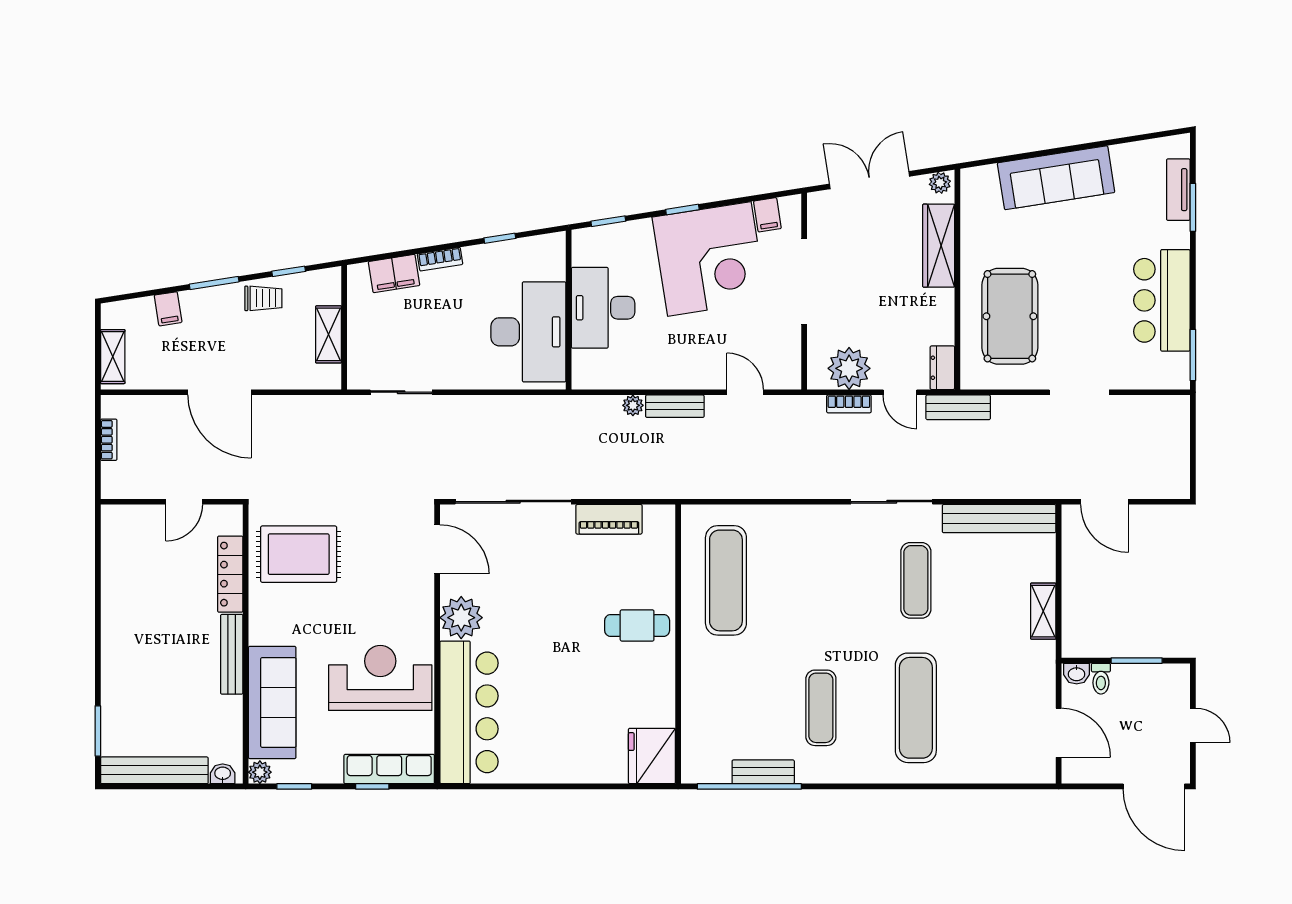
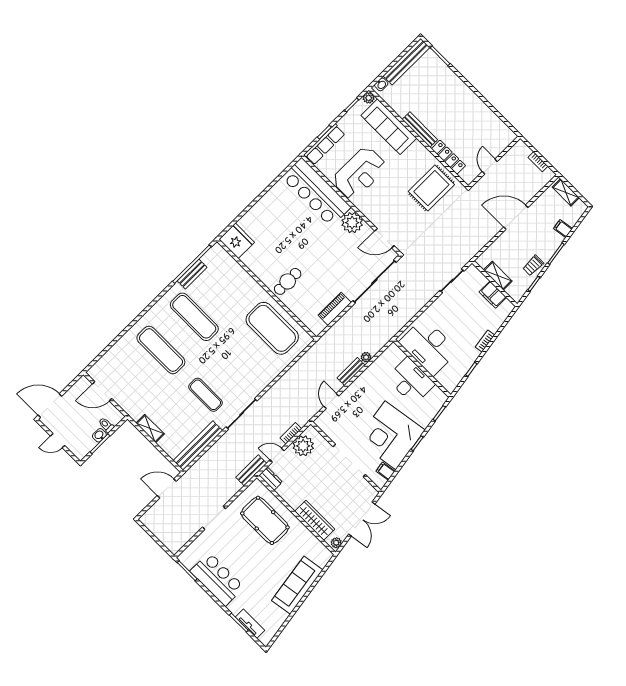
filing cabinet: (394, 274) -> (493, 295), moved, turned -81
door: (745, 392) -> (331, 401), swing flipped
exercise mat: (726, 580) -> (272, 328), width x1.47
washbasin: (1077, 674) -> (99, 435), moved
exercise mat: (821, 708) -> (194, 317), width x1.36, depth x1.45

